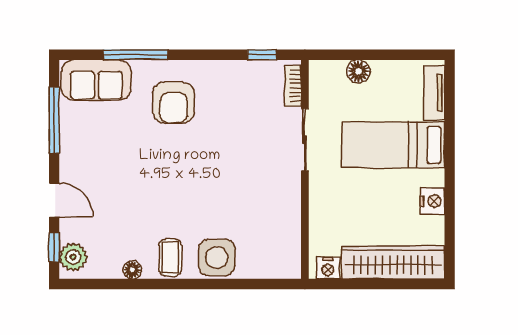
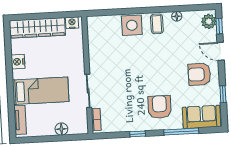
window: (262, 55) -> (138, 134), moved
window: (54, 120) -> (223, 94), width x0.46
armchair: (96, 159) -> (199, 74), added

